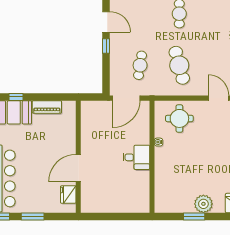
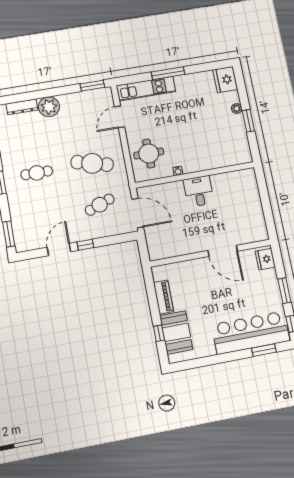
cafe table: (140, 65) -> (100, 205), turned -30
cafe table: (179, 65) -> (92, 163), turned 30
fridge: (68, 195) -> (265, 259), moved, turned 90
plant: (203, 204) -> (237, 108), width x0.53, depth x0.53

